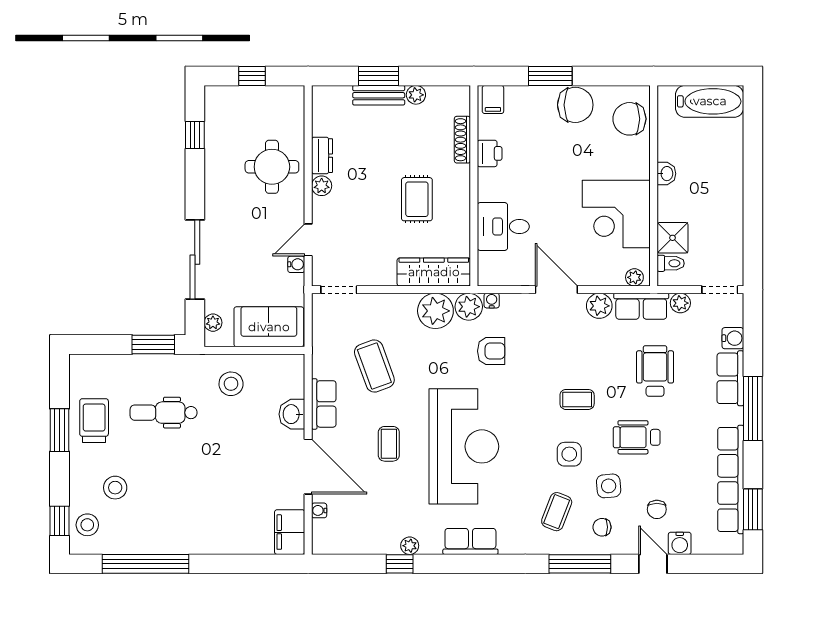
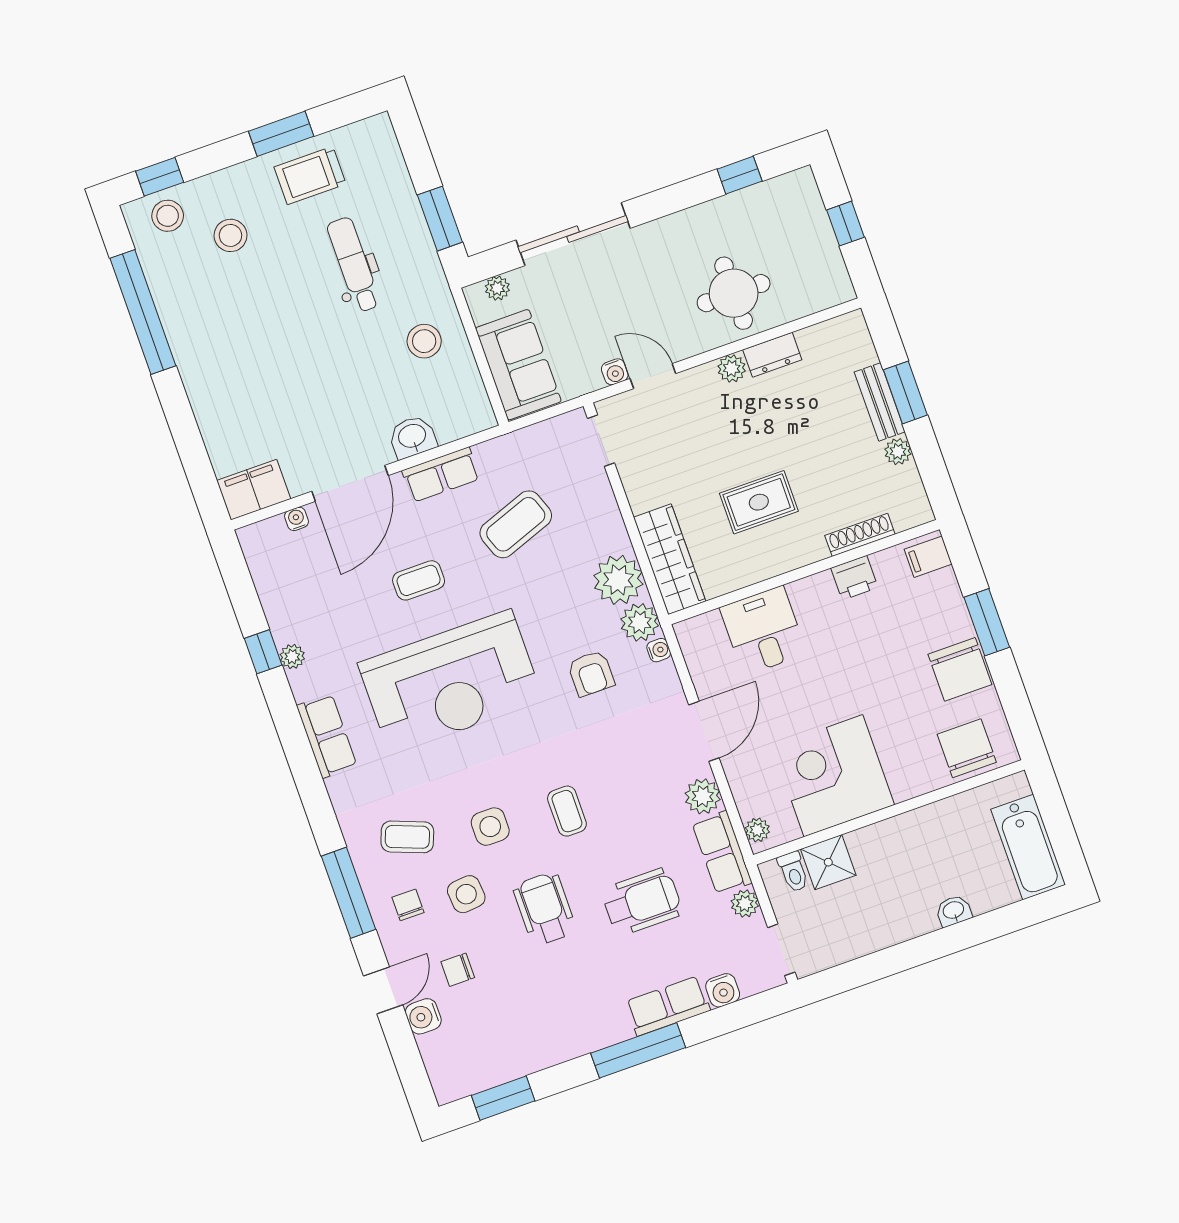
washbasin: (666, 174) -> (954, 911), moved, turned 180
trolley: (94, 421) -> (310, 175), turned 180
row of seats: (731, 479) -> (533, 1054), removed

